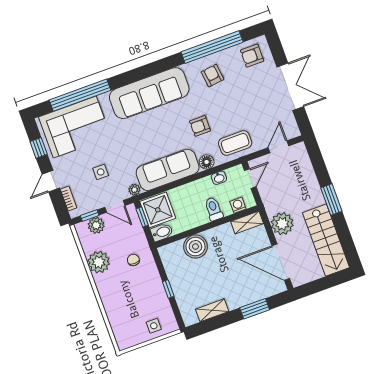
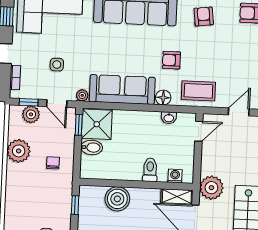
washing machine: (238, 205) -> (175, 176), moved
toilet: (214, 209) -> (150, 170), moved
shelving: (247, 222) -> (177, 196), moved
wall: (207, 227) -> (136, 184), moved
boiler: (195, 247) -> (117, 199), moved

